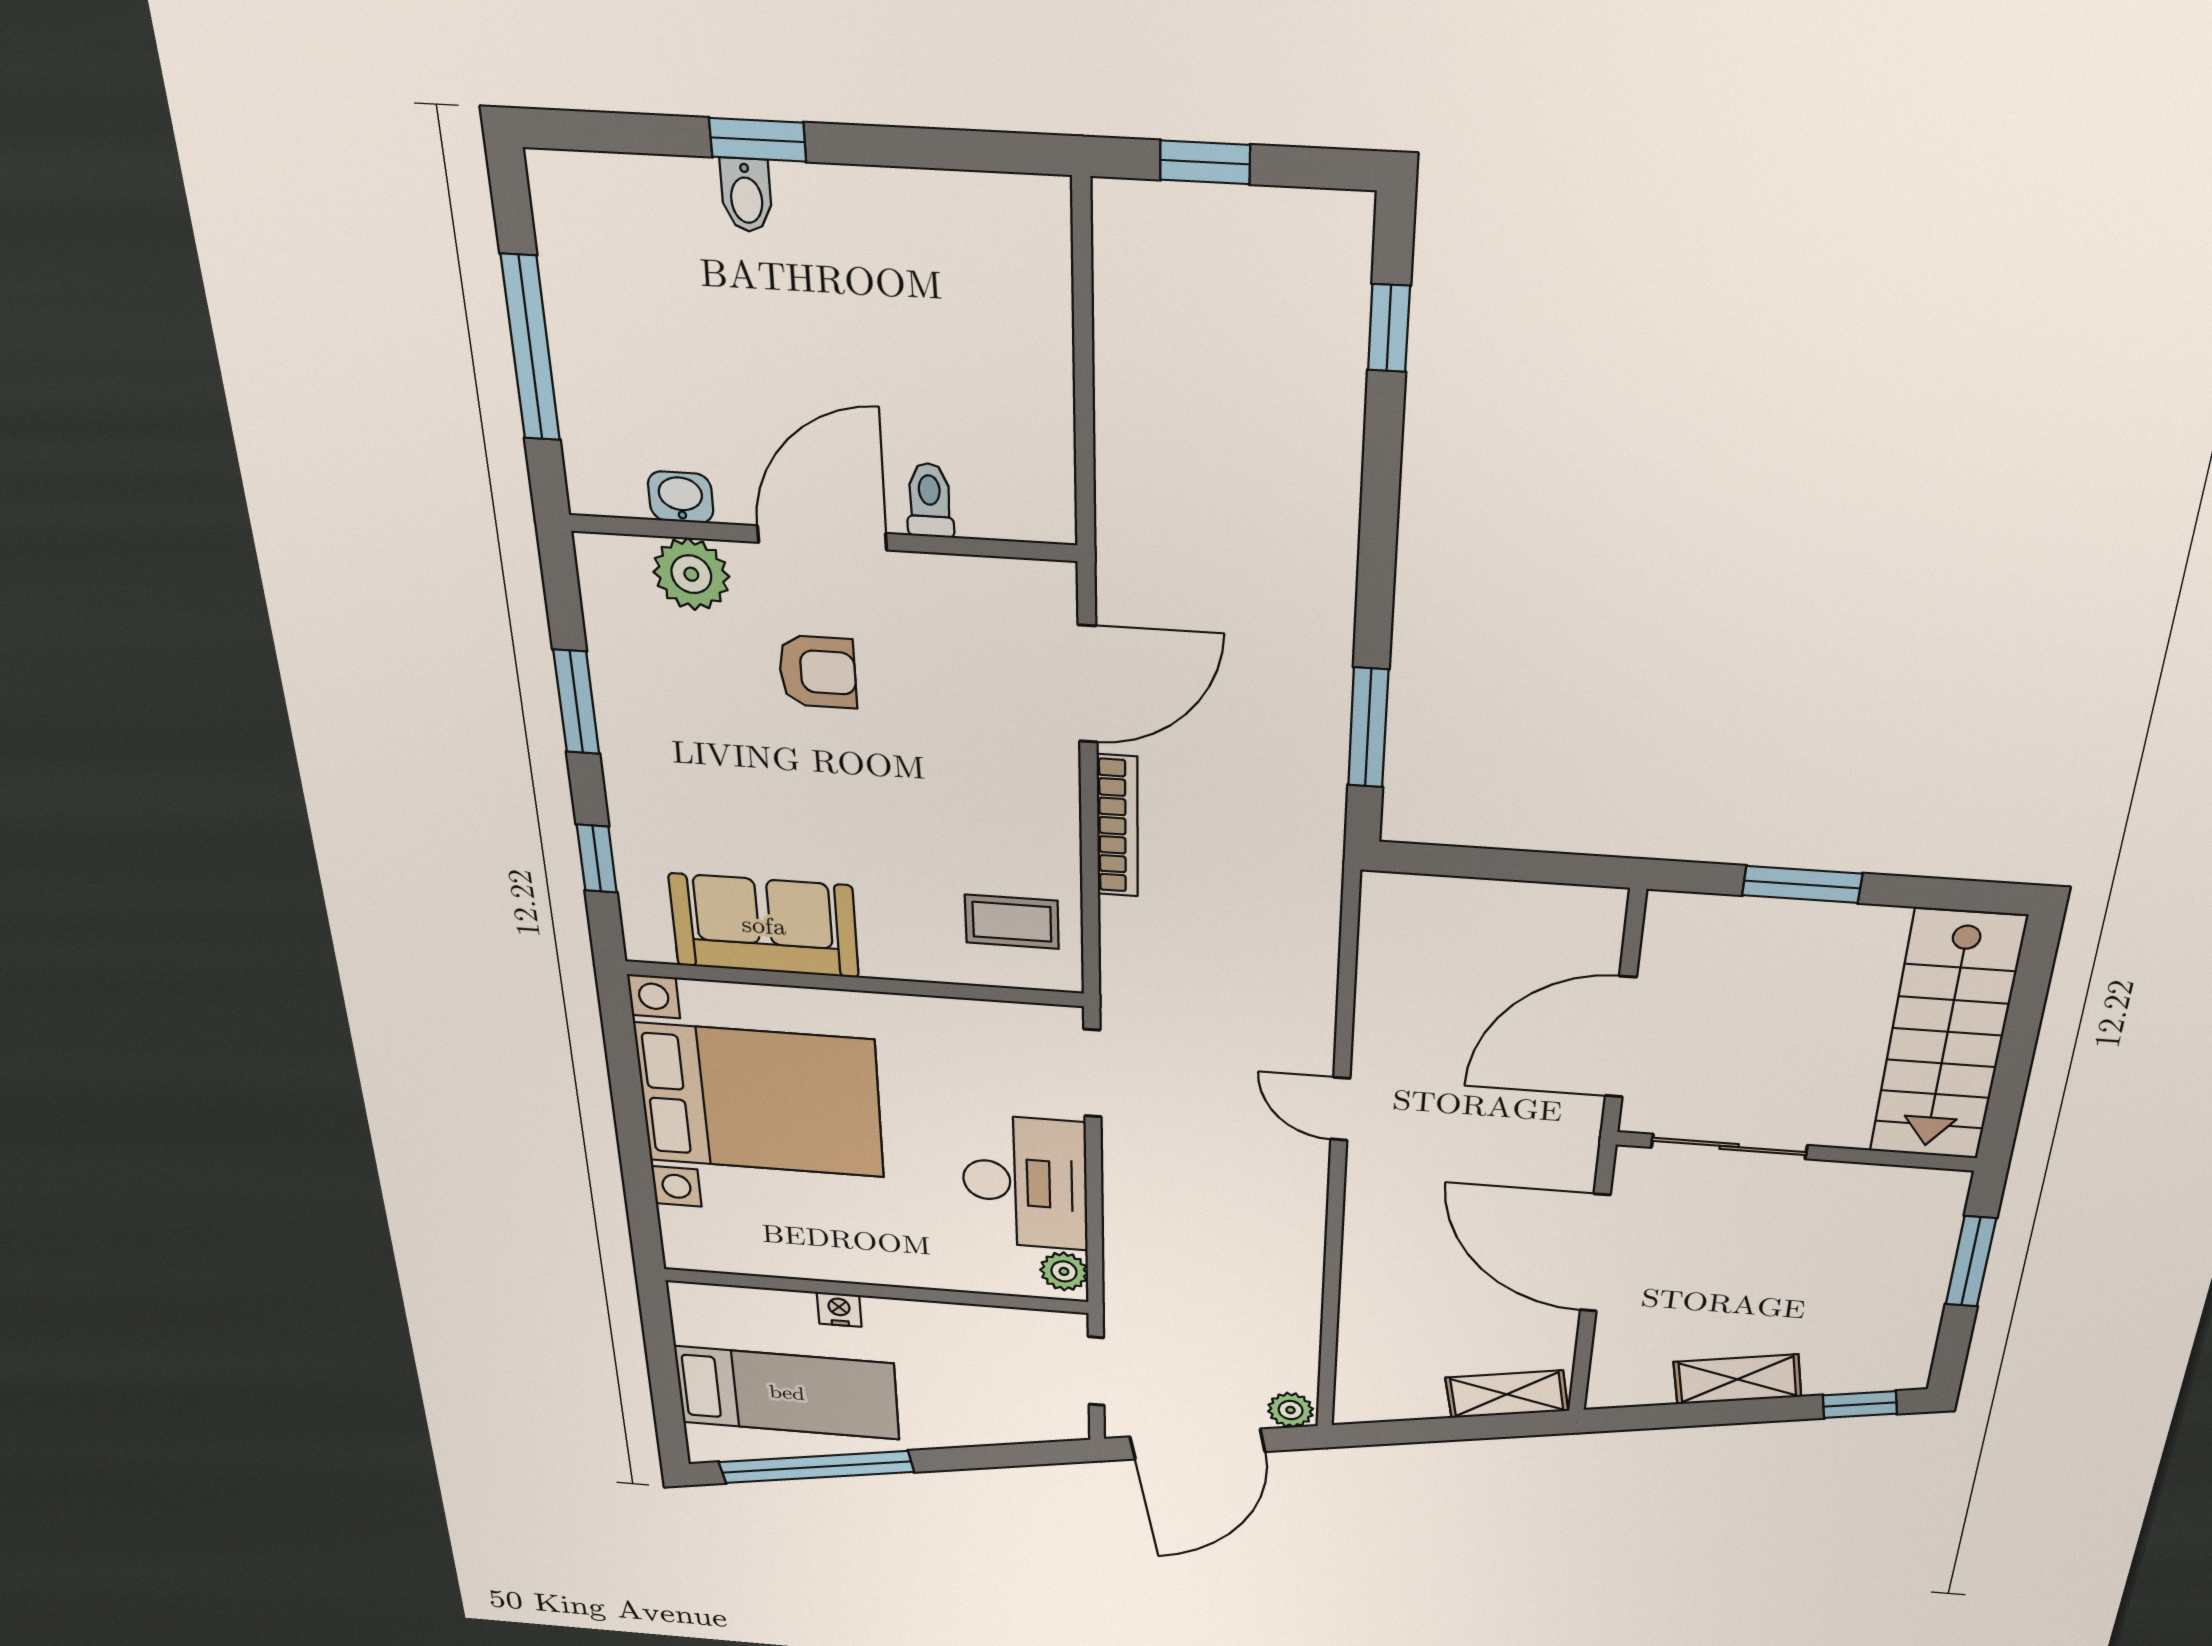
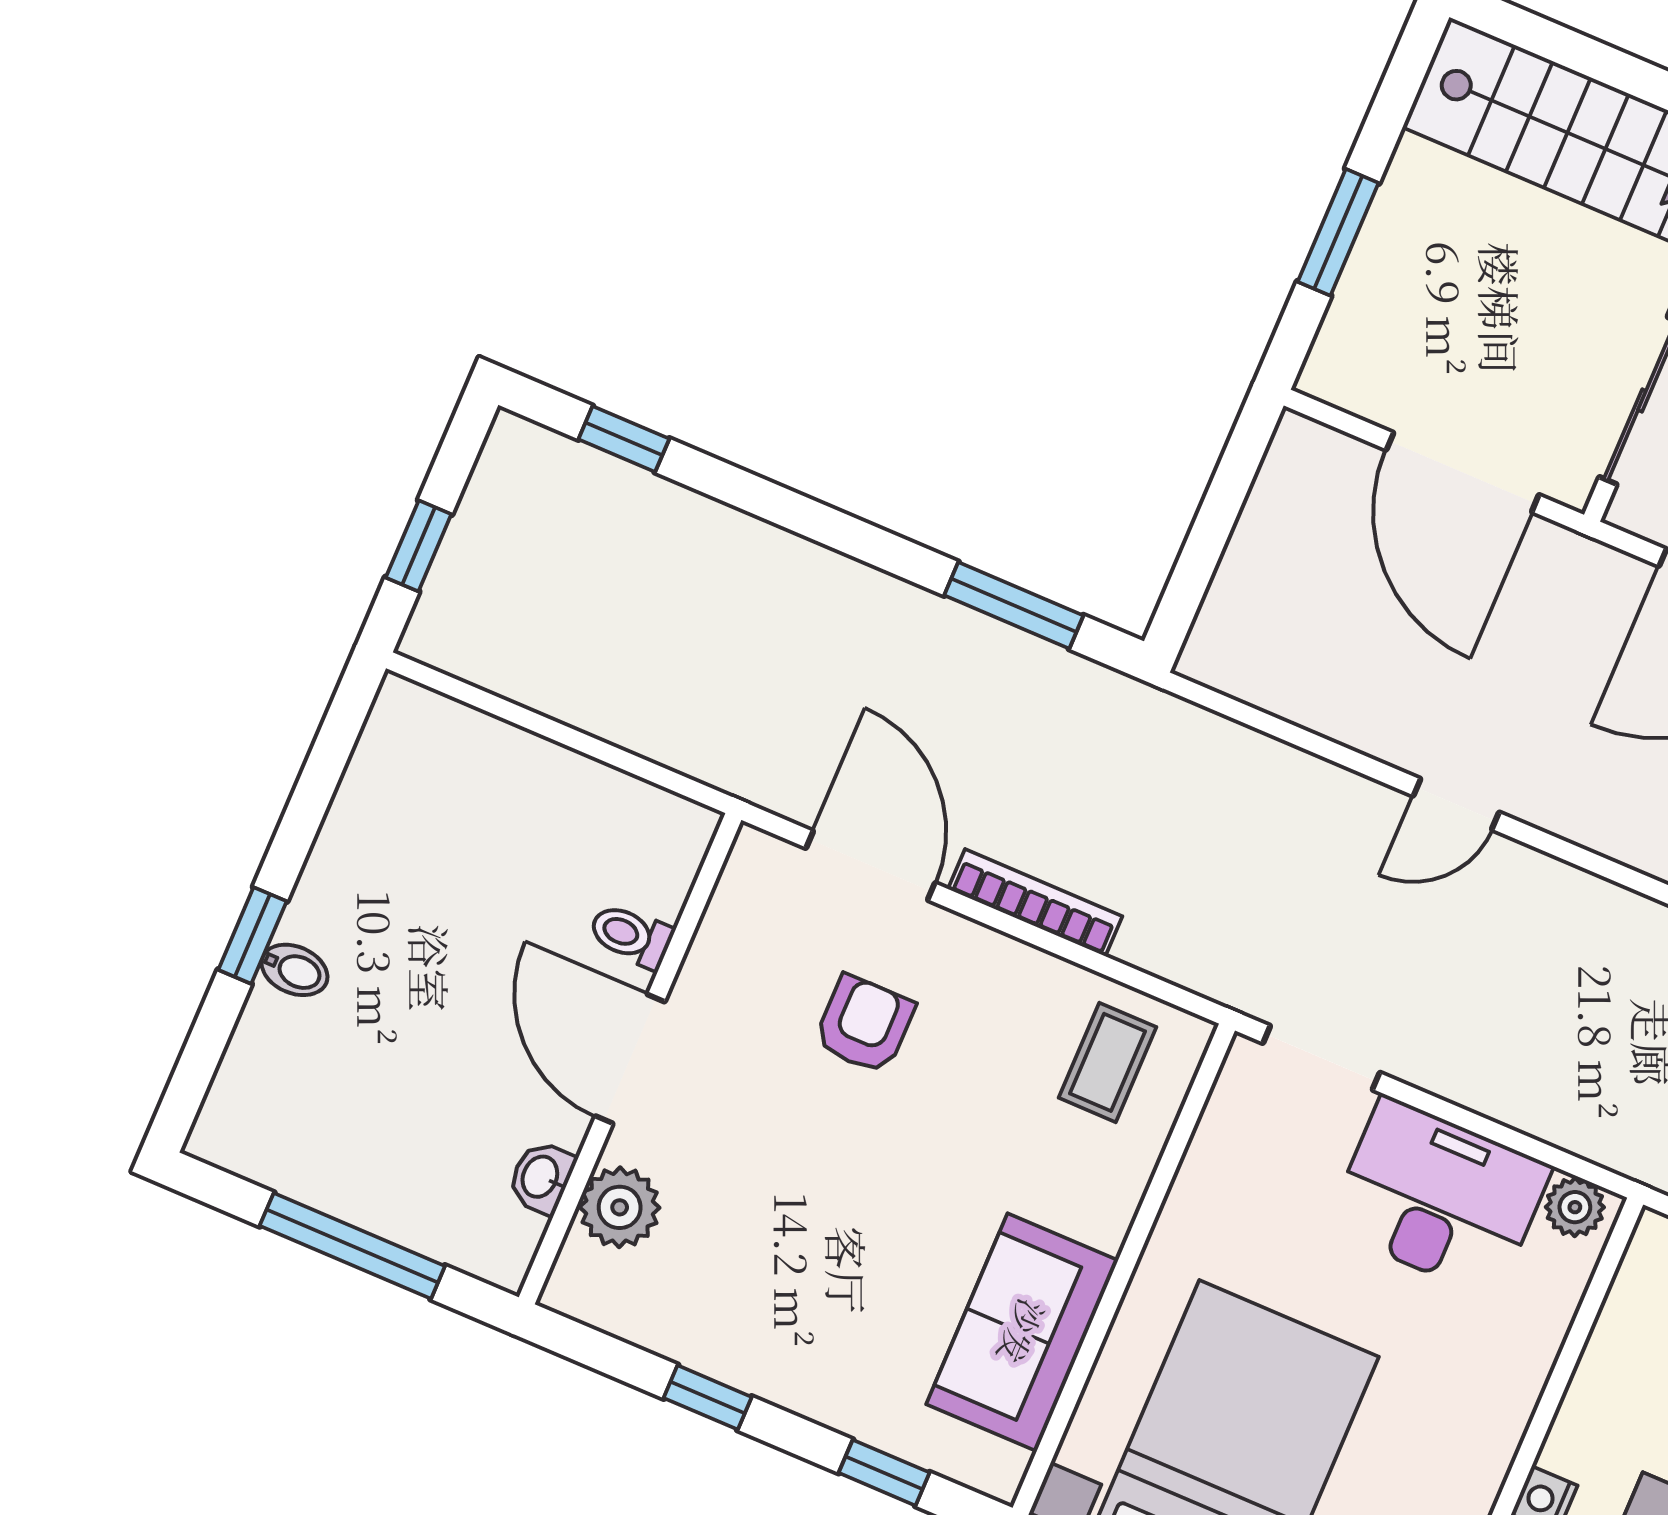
armchair: (817, 672) -> (864, 1024), moved
window: (576, 702) -> (708, 1397), width x0.67

